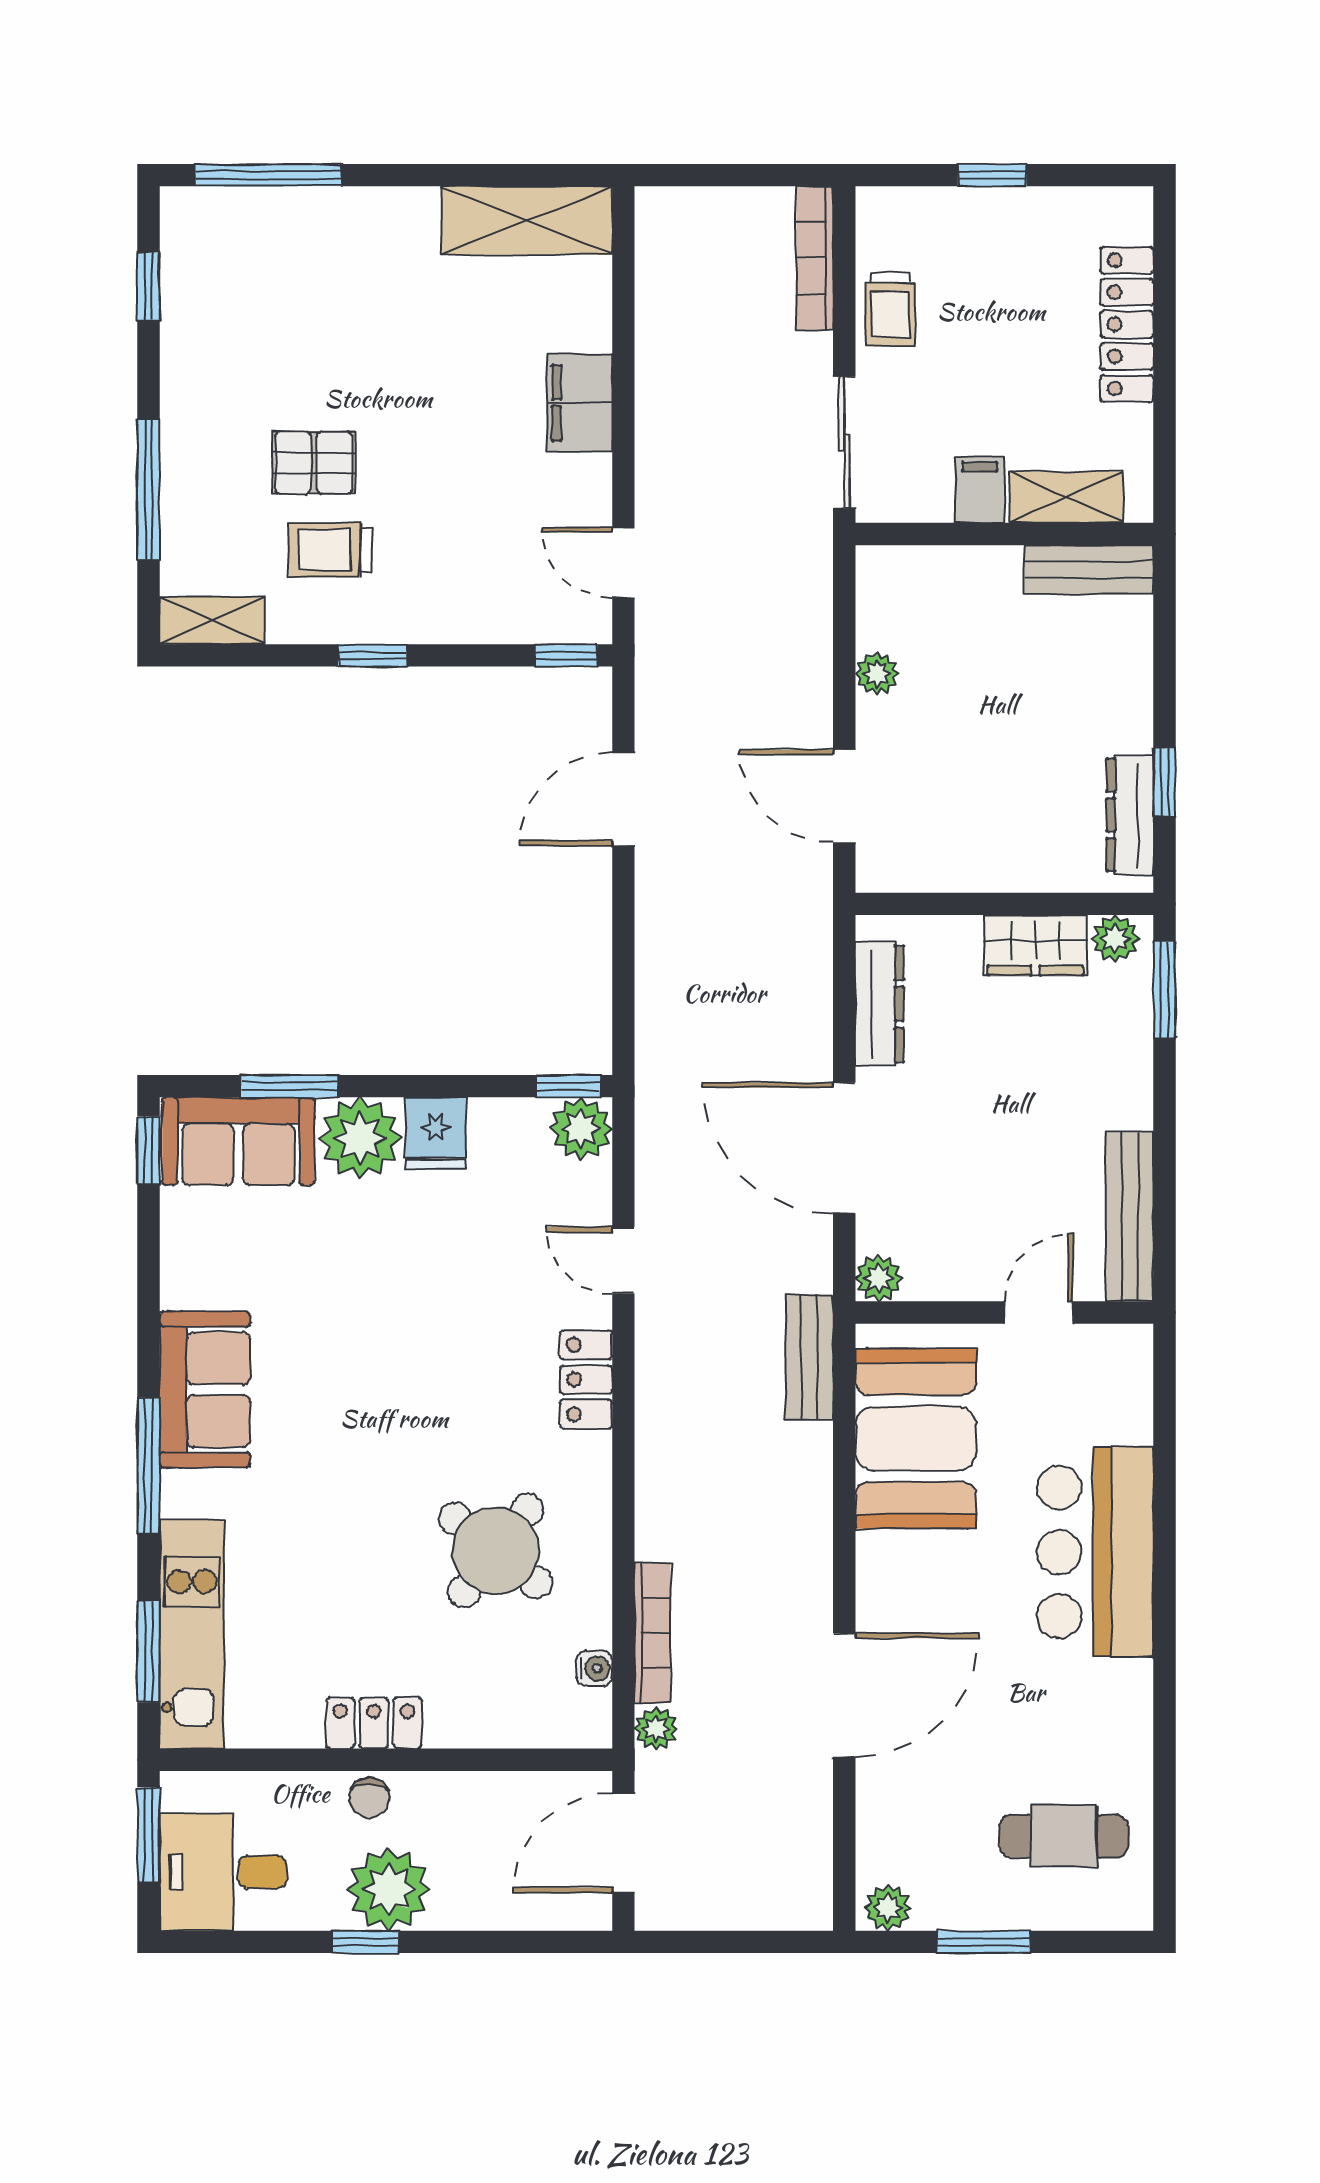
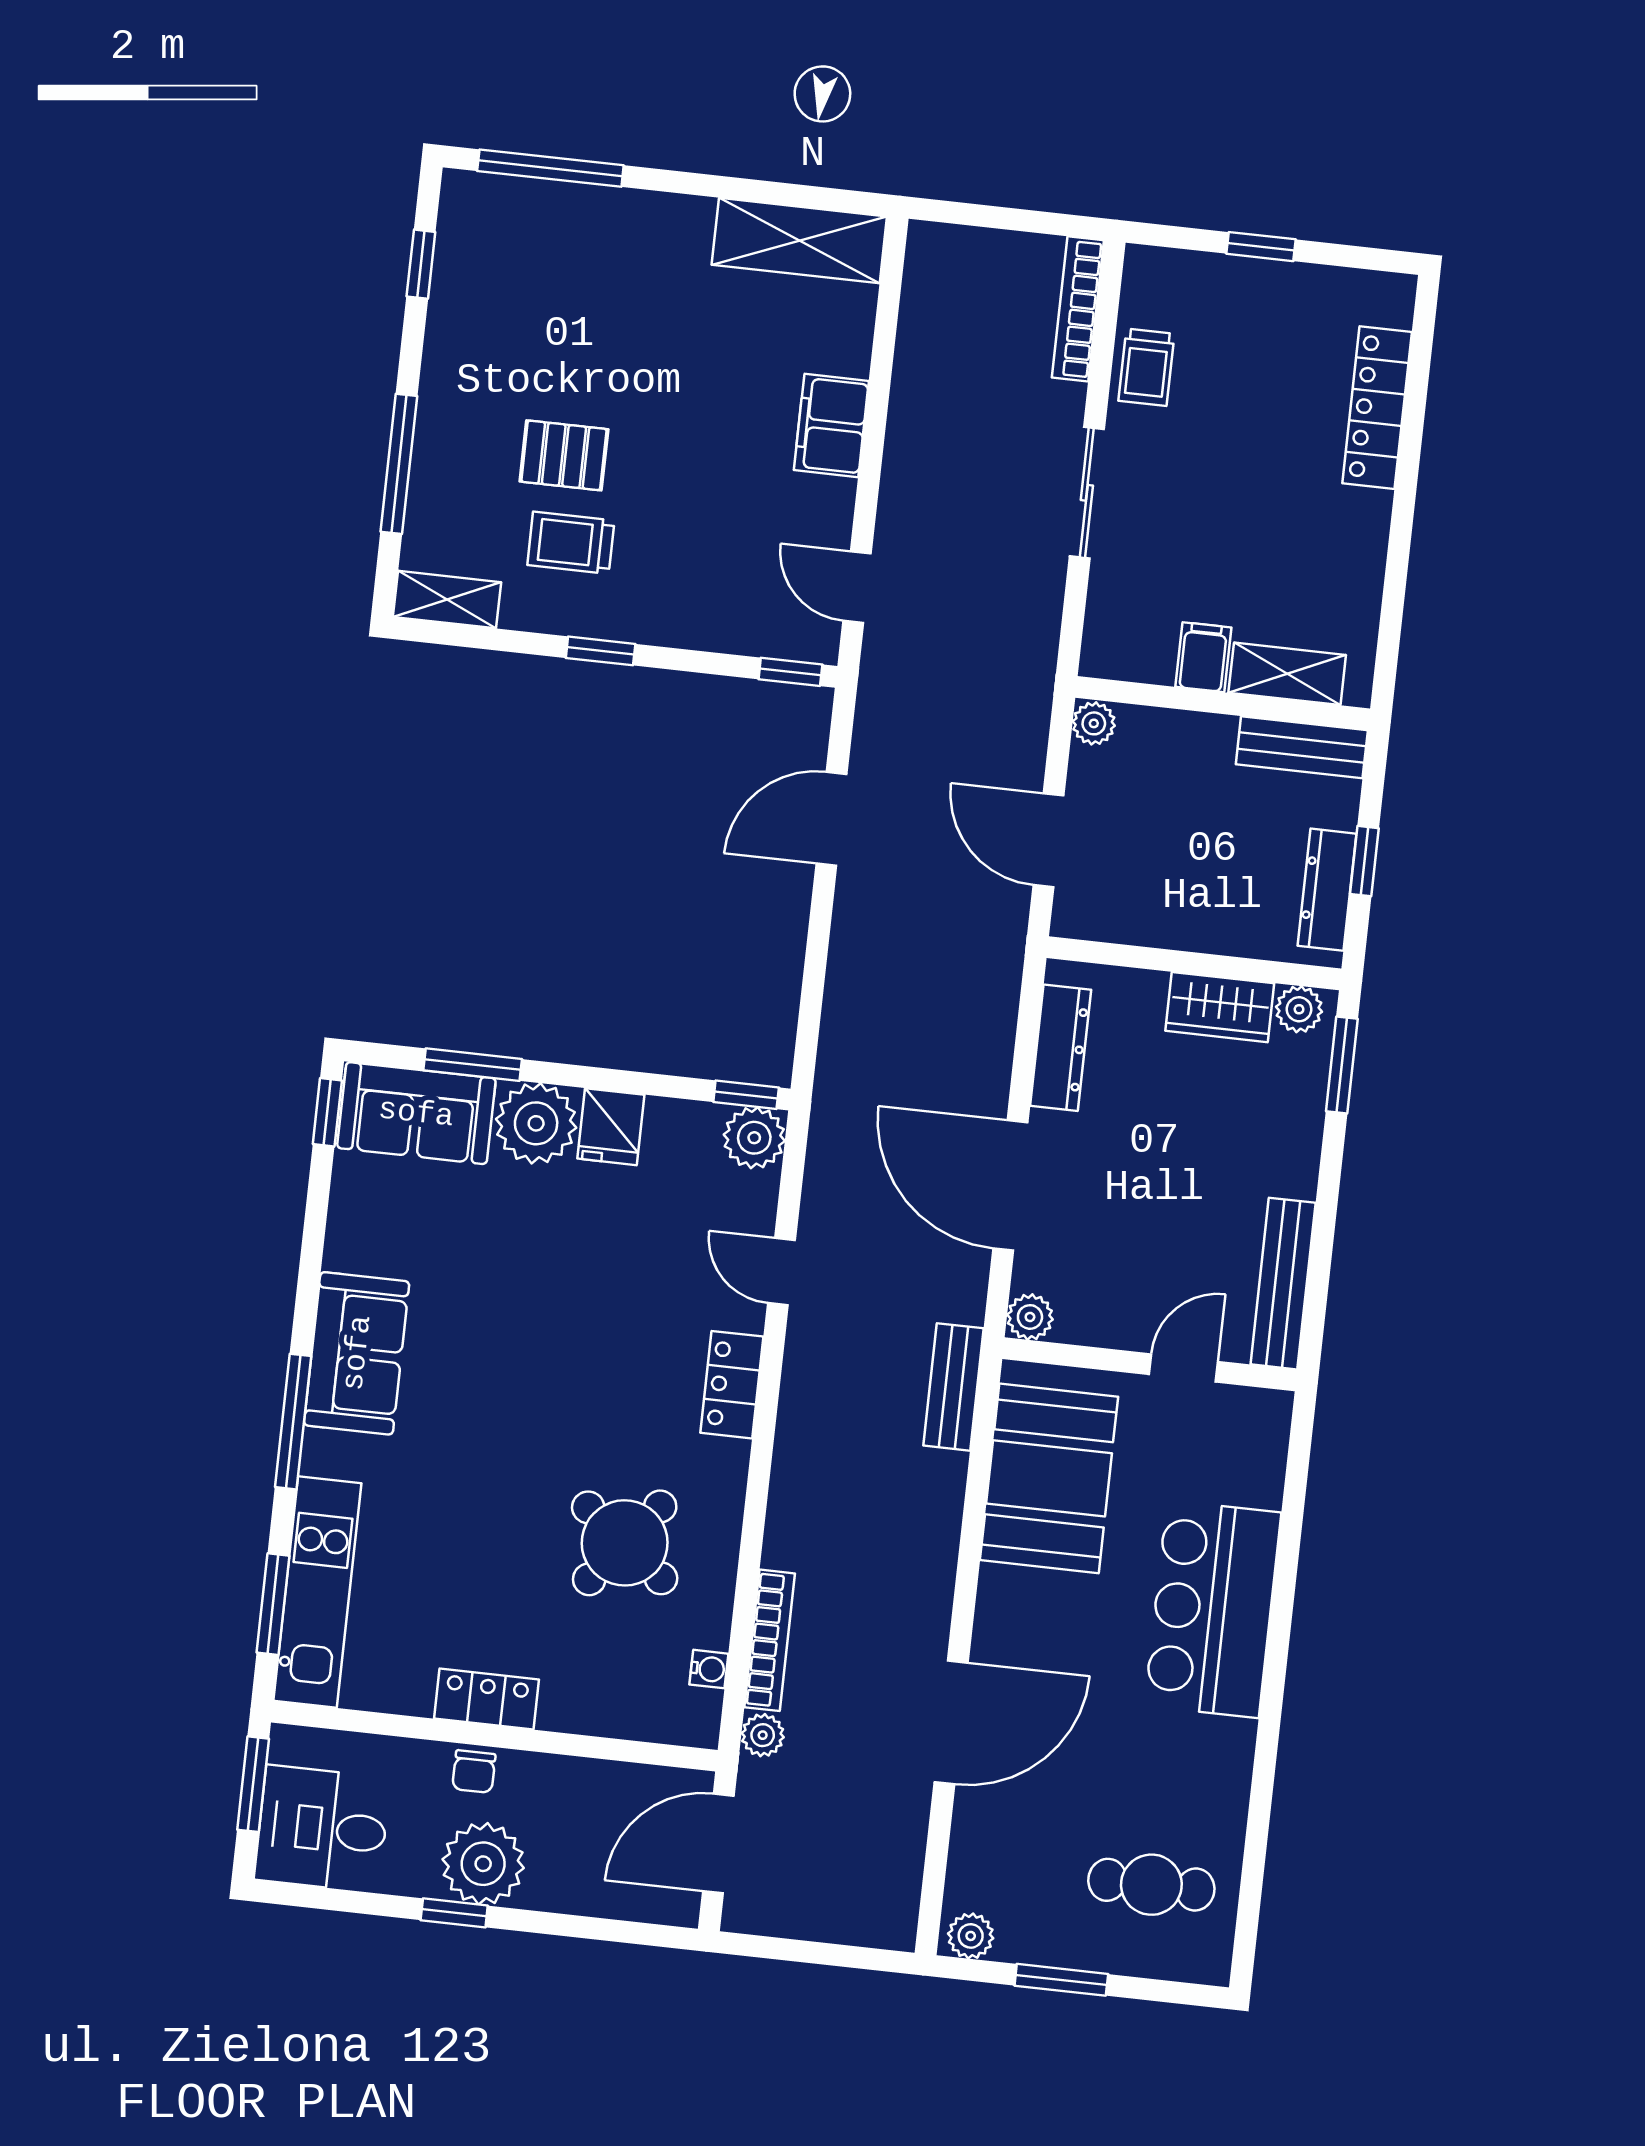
filing cabinet: (980, 490) -> (1203, 657), moved
shelving: (1066, 497) -> (1287, 674), moved
wall: (1004, 534) -> (1223, 703), moved
bench: (1089, 570) -> (1302, 747), moved

